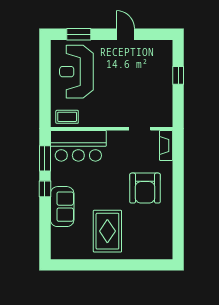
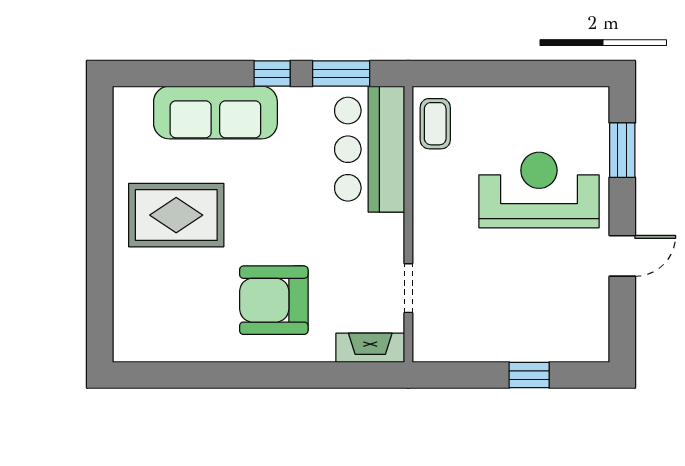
reception desk: (76, 72) -> (539, 190), moved
sofa: (62, 207) -> (215, 113), width x1.36

